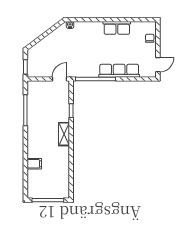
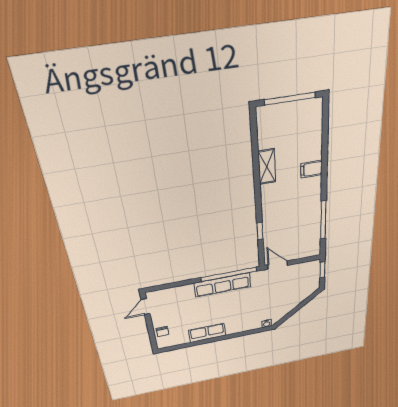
row of seats: (119, 71) -> (223, 285), moved
door: (59, 79) -> (278, 265), swing flipped
shelving: (64, 134) -> (267, 167), moved
filing cabinet: (34, 164) -> (311, 169), moved

